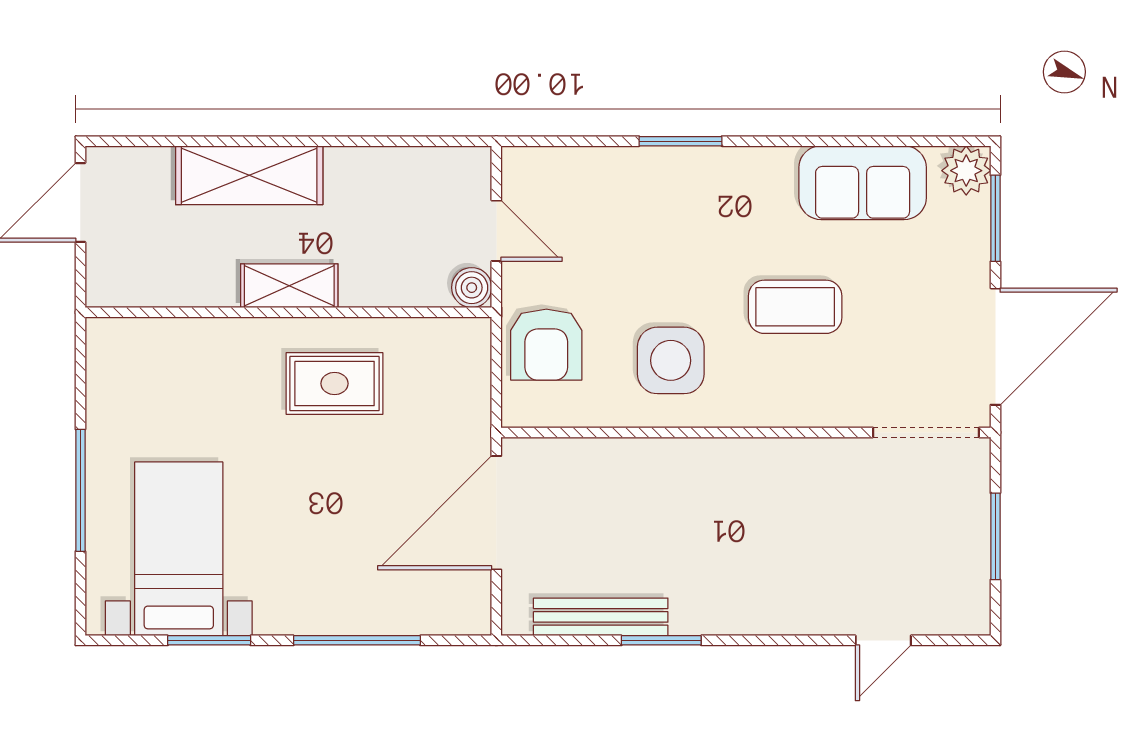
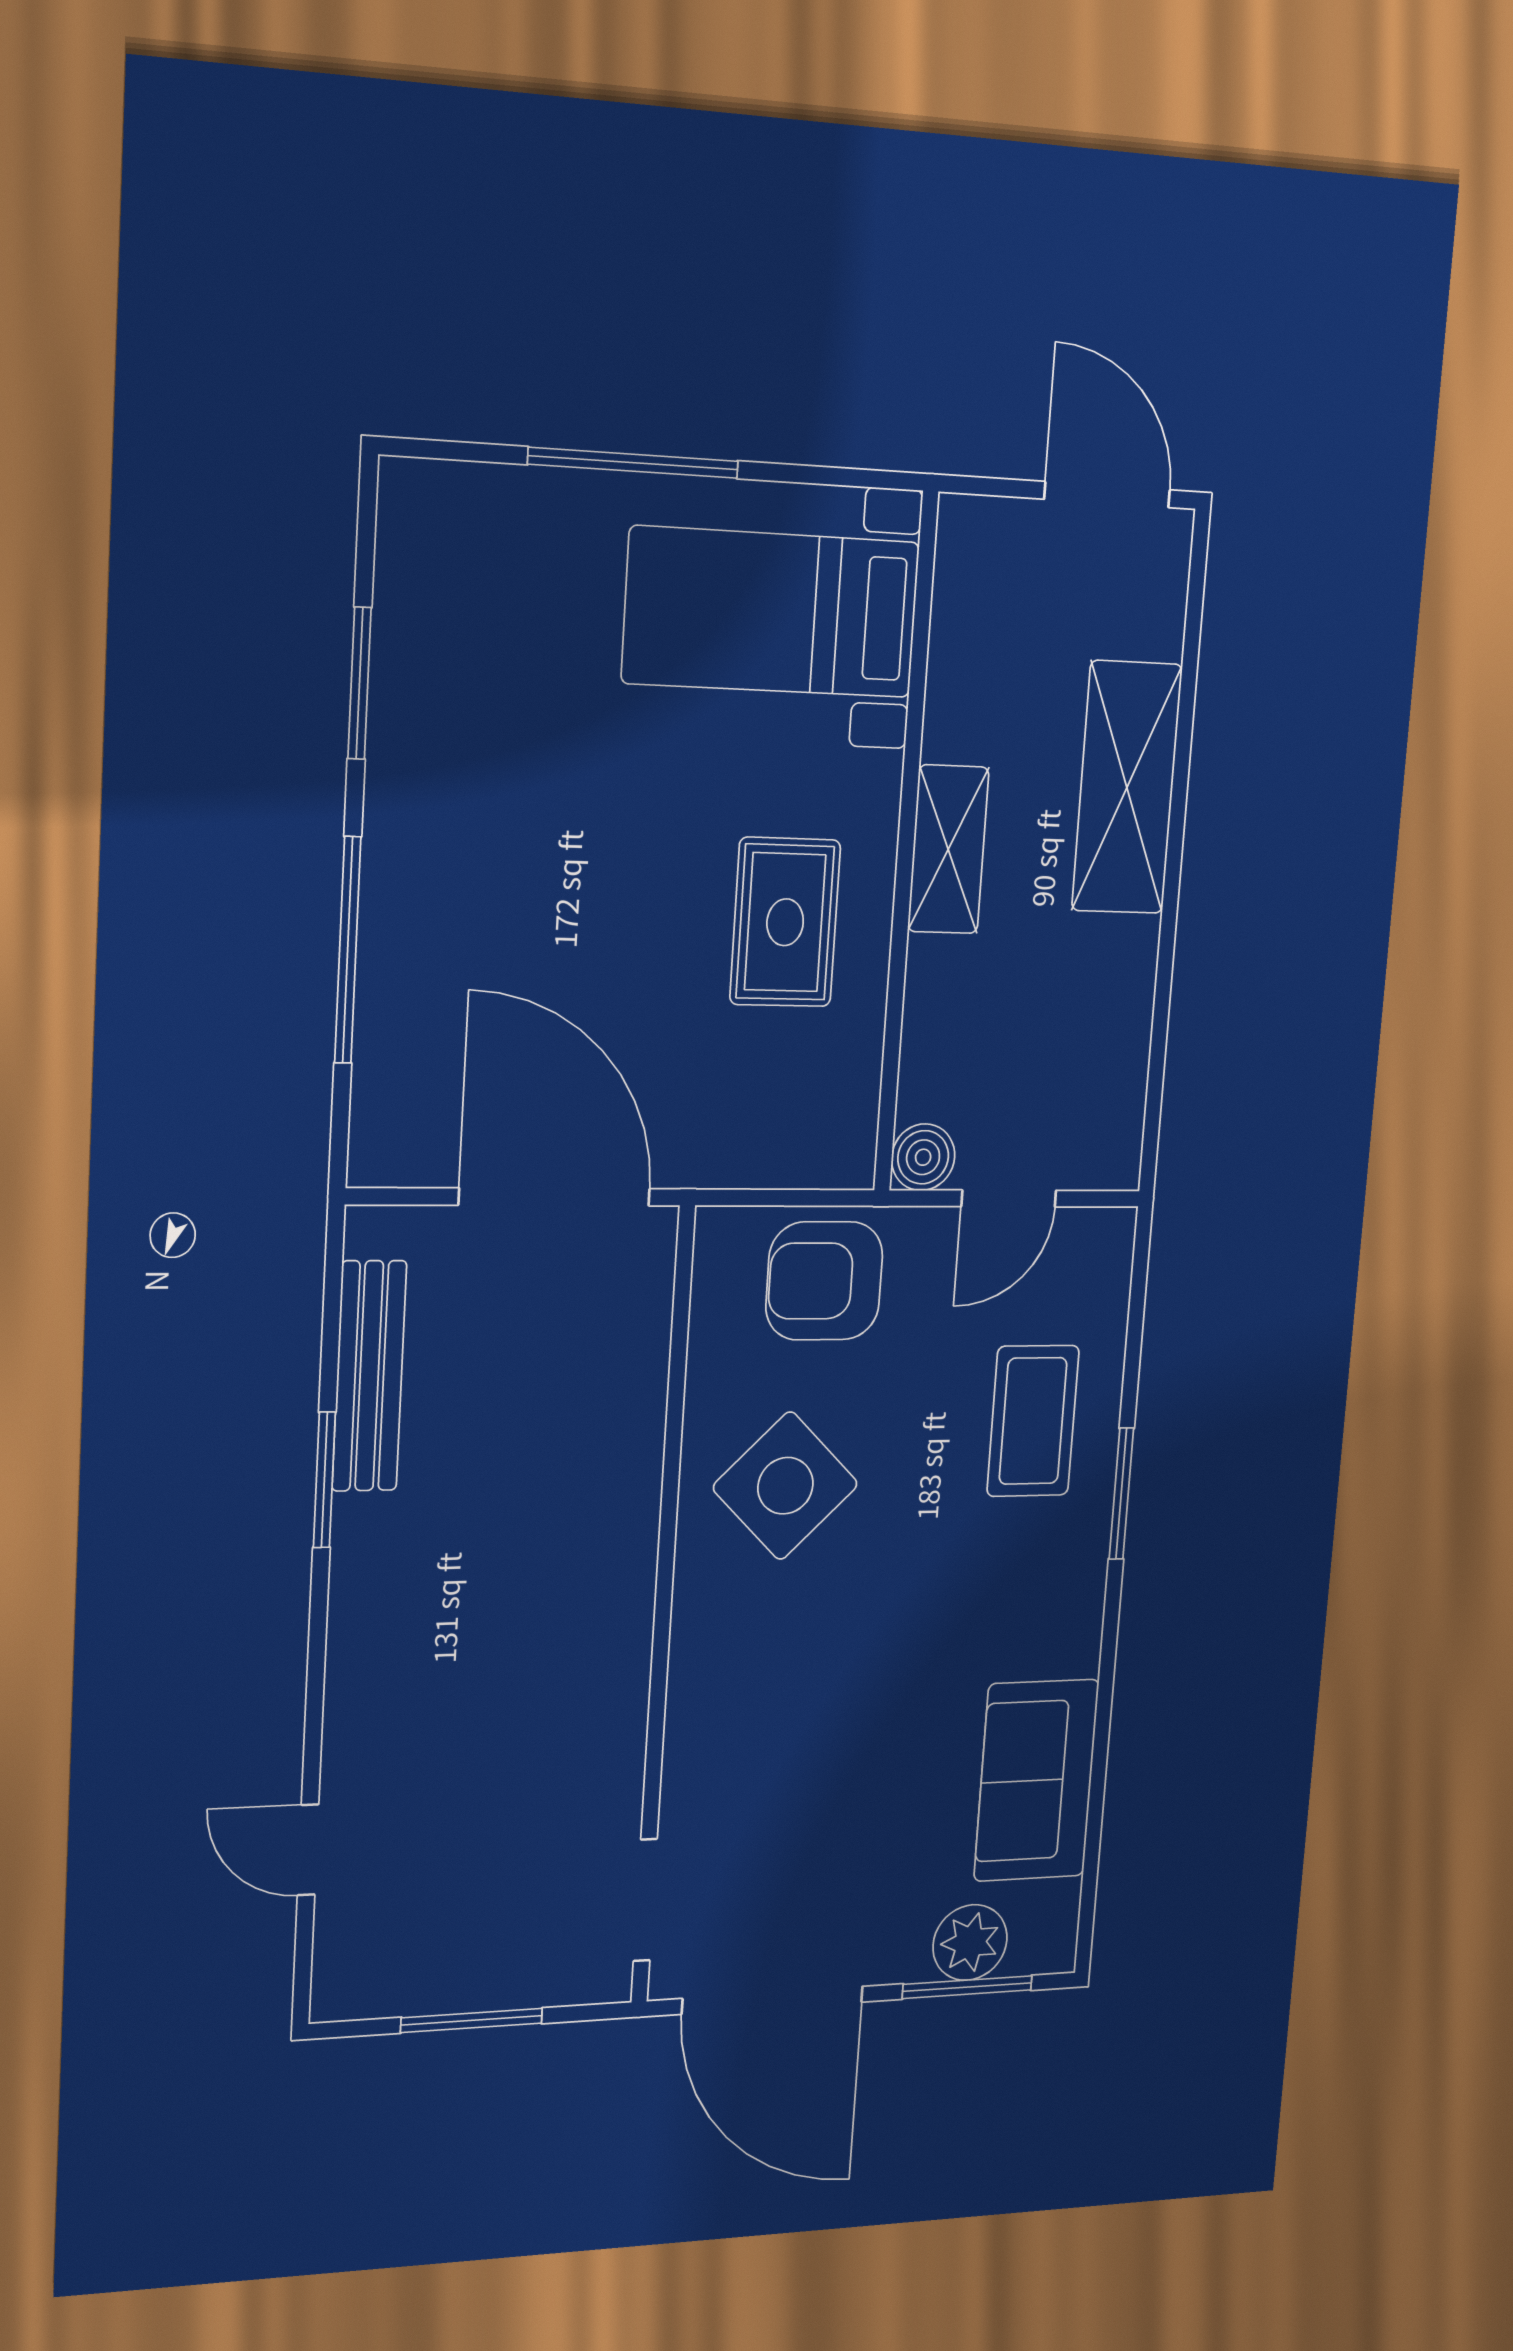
plant: (966, 171) -> (970, 1942), moved
coffee table: (795, 307) -> (1033, 1421), moved
side table: (671, 360) -> (785, 1486), turned 45
doorway: (926, 432) -> (645, 1900), width x0.73
bed with nightstands: (179, 549) -> (771, 612), moved, turned 180

